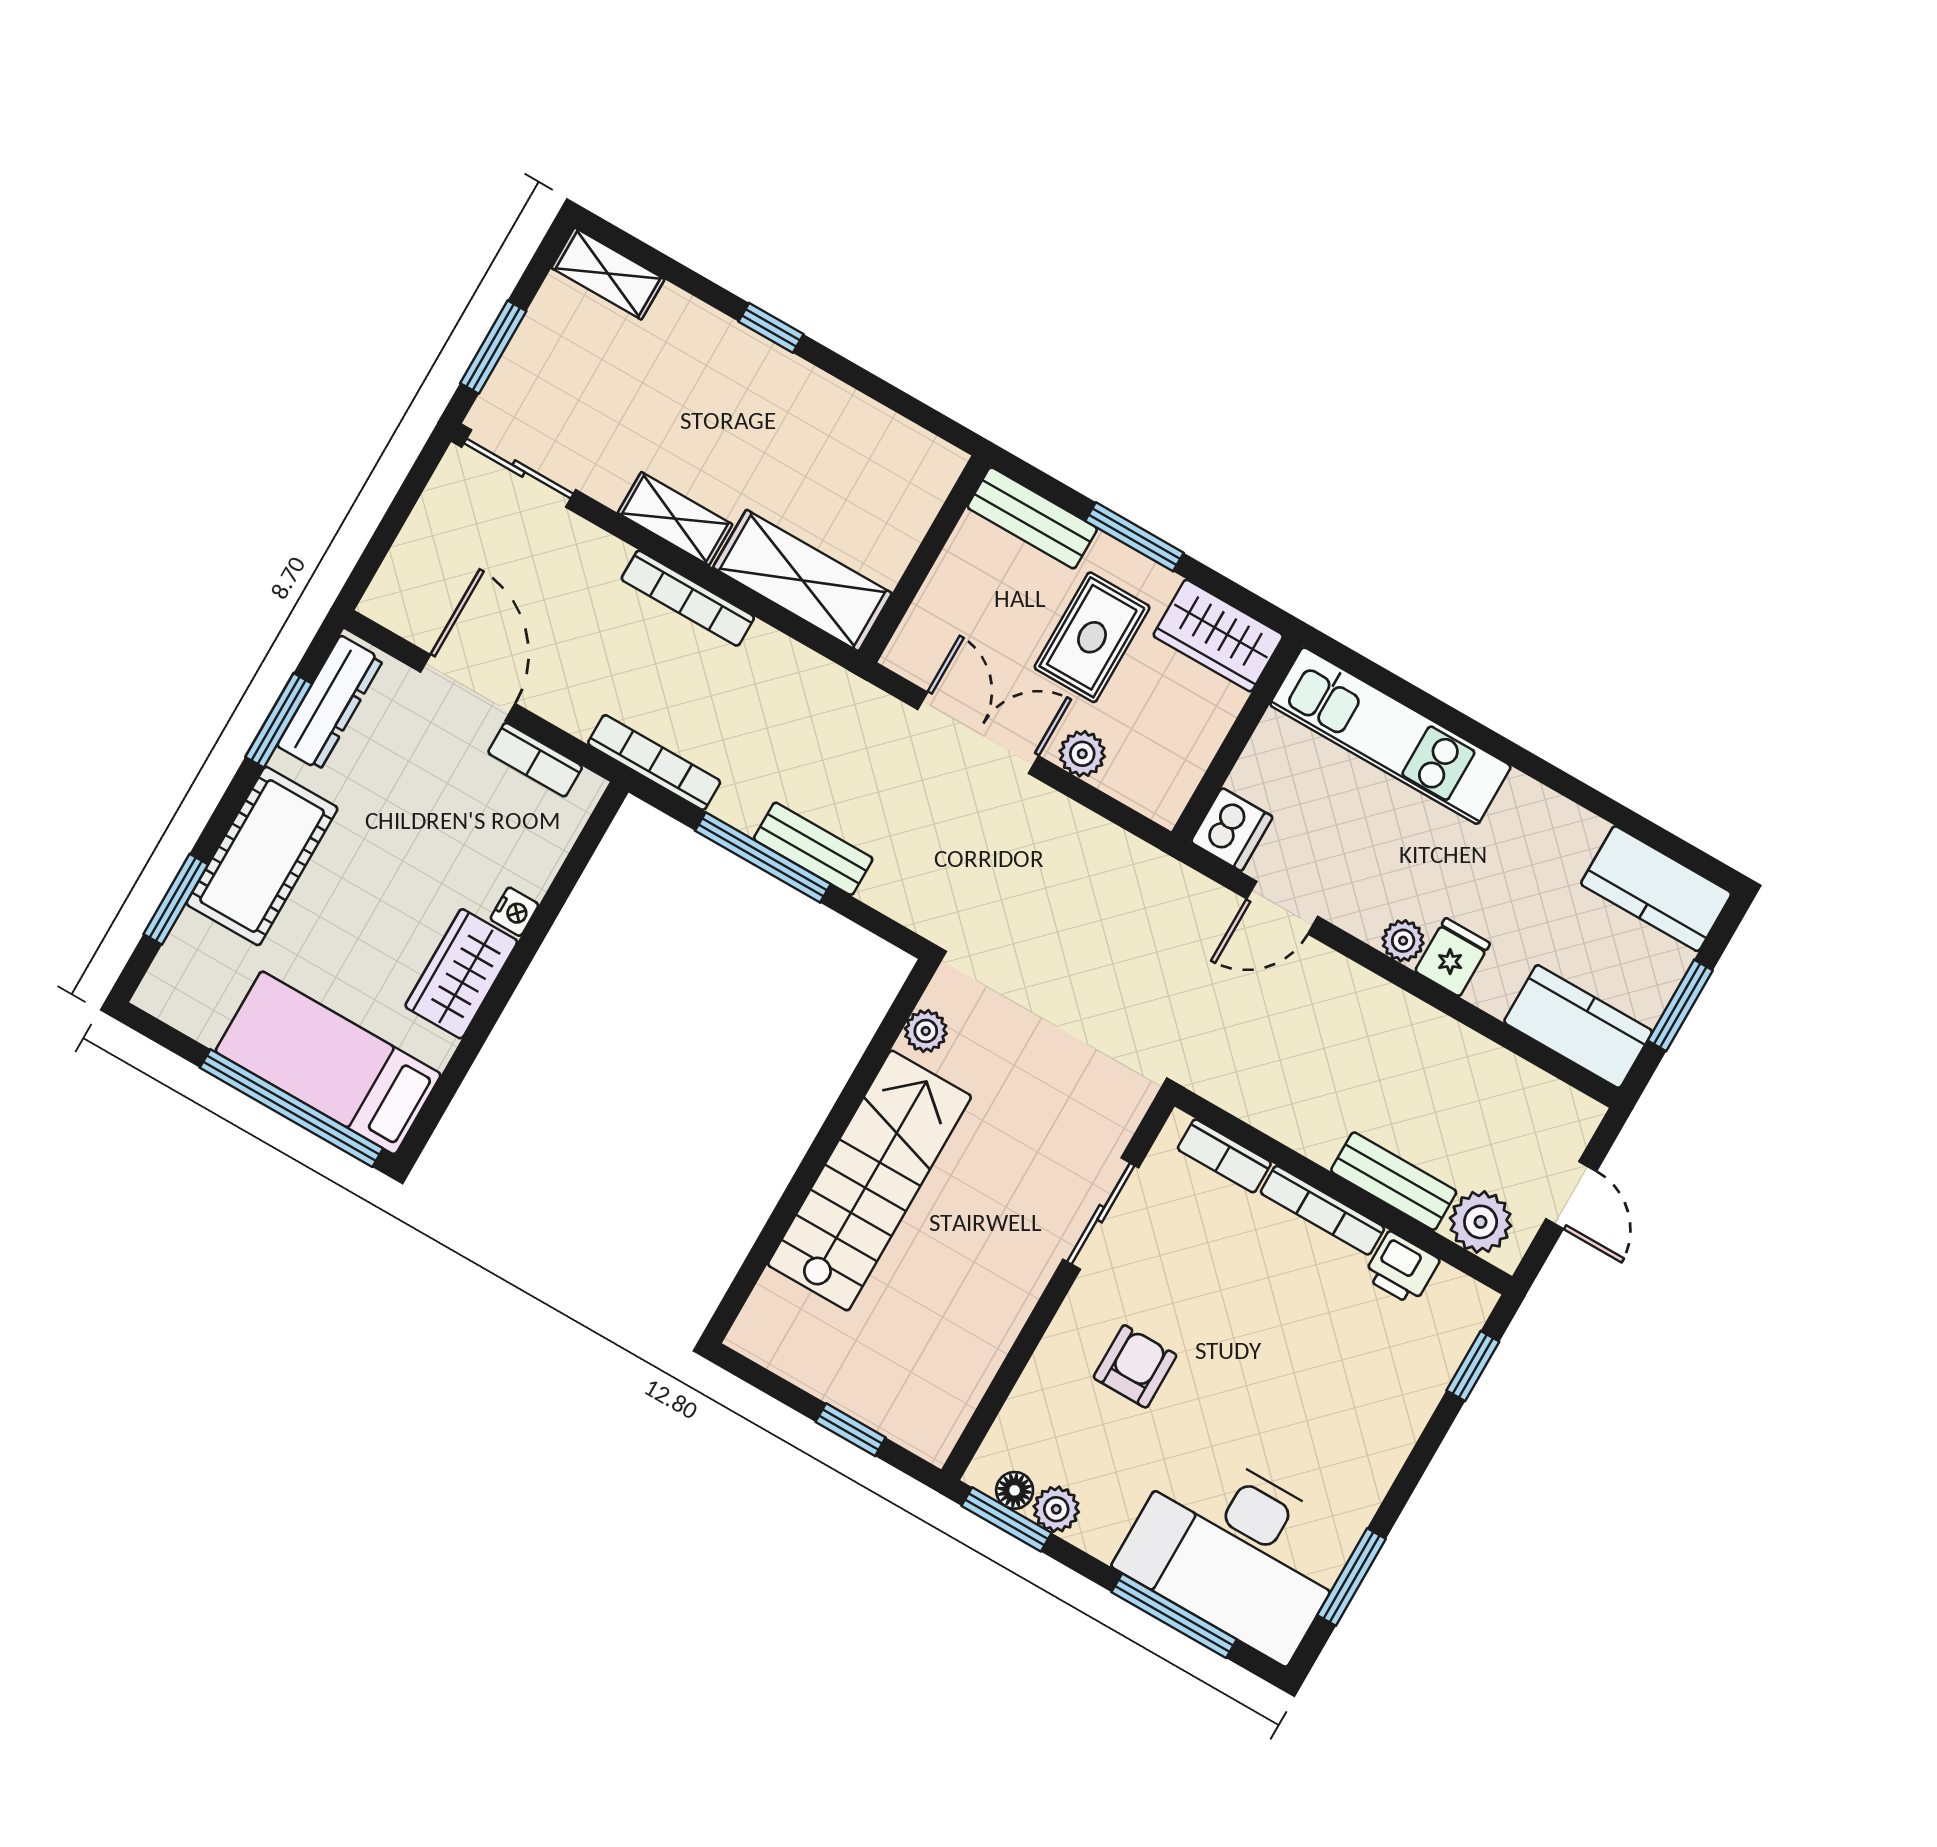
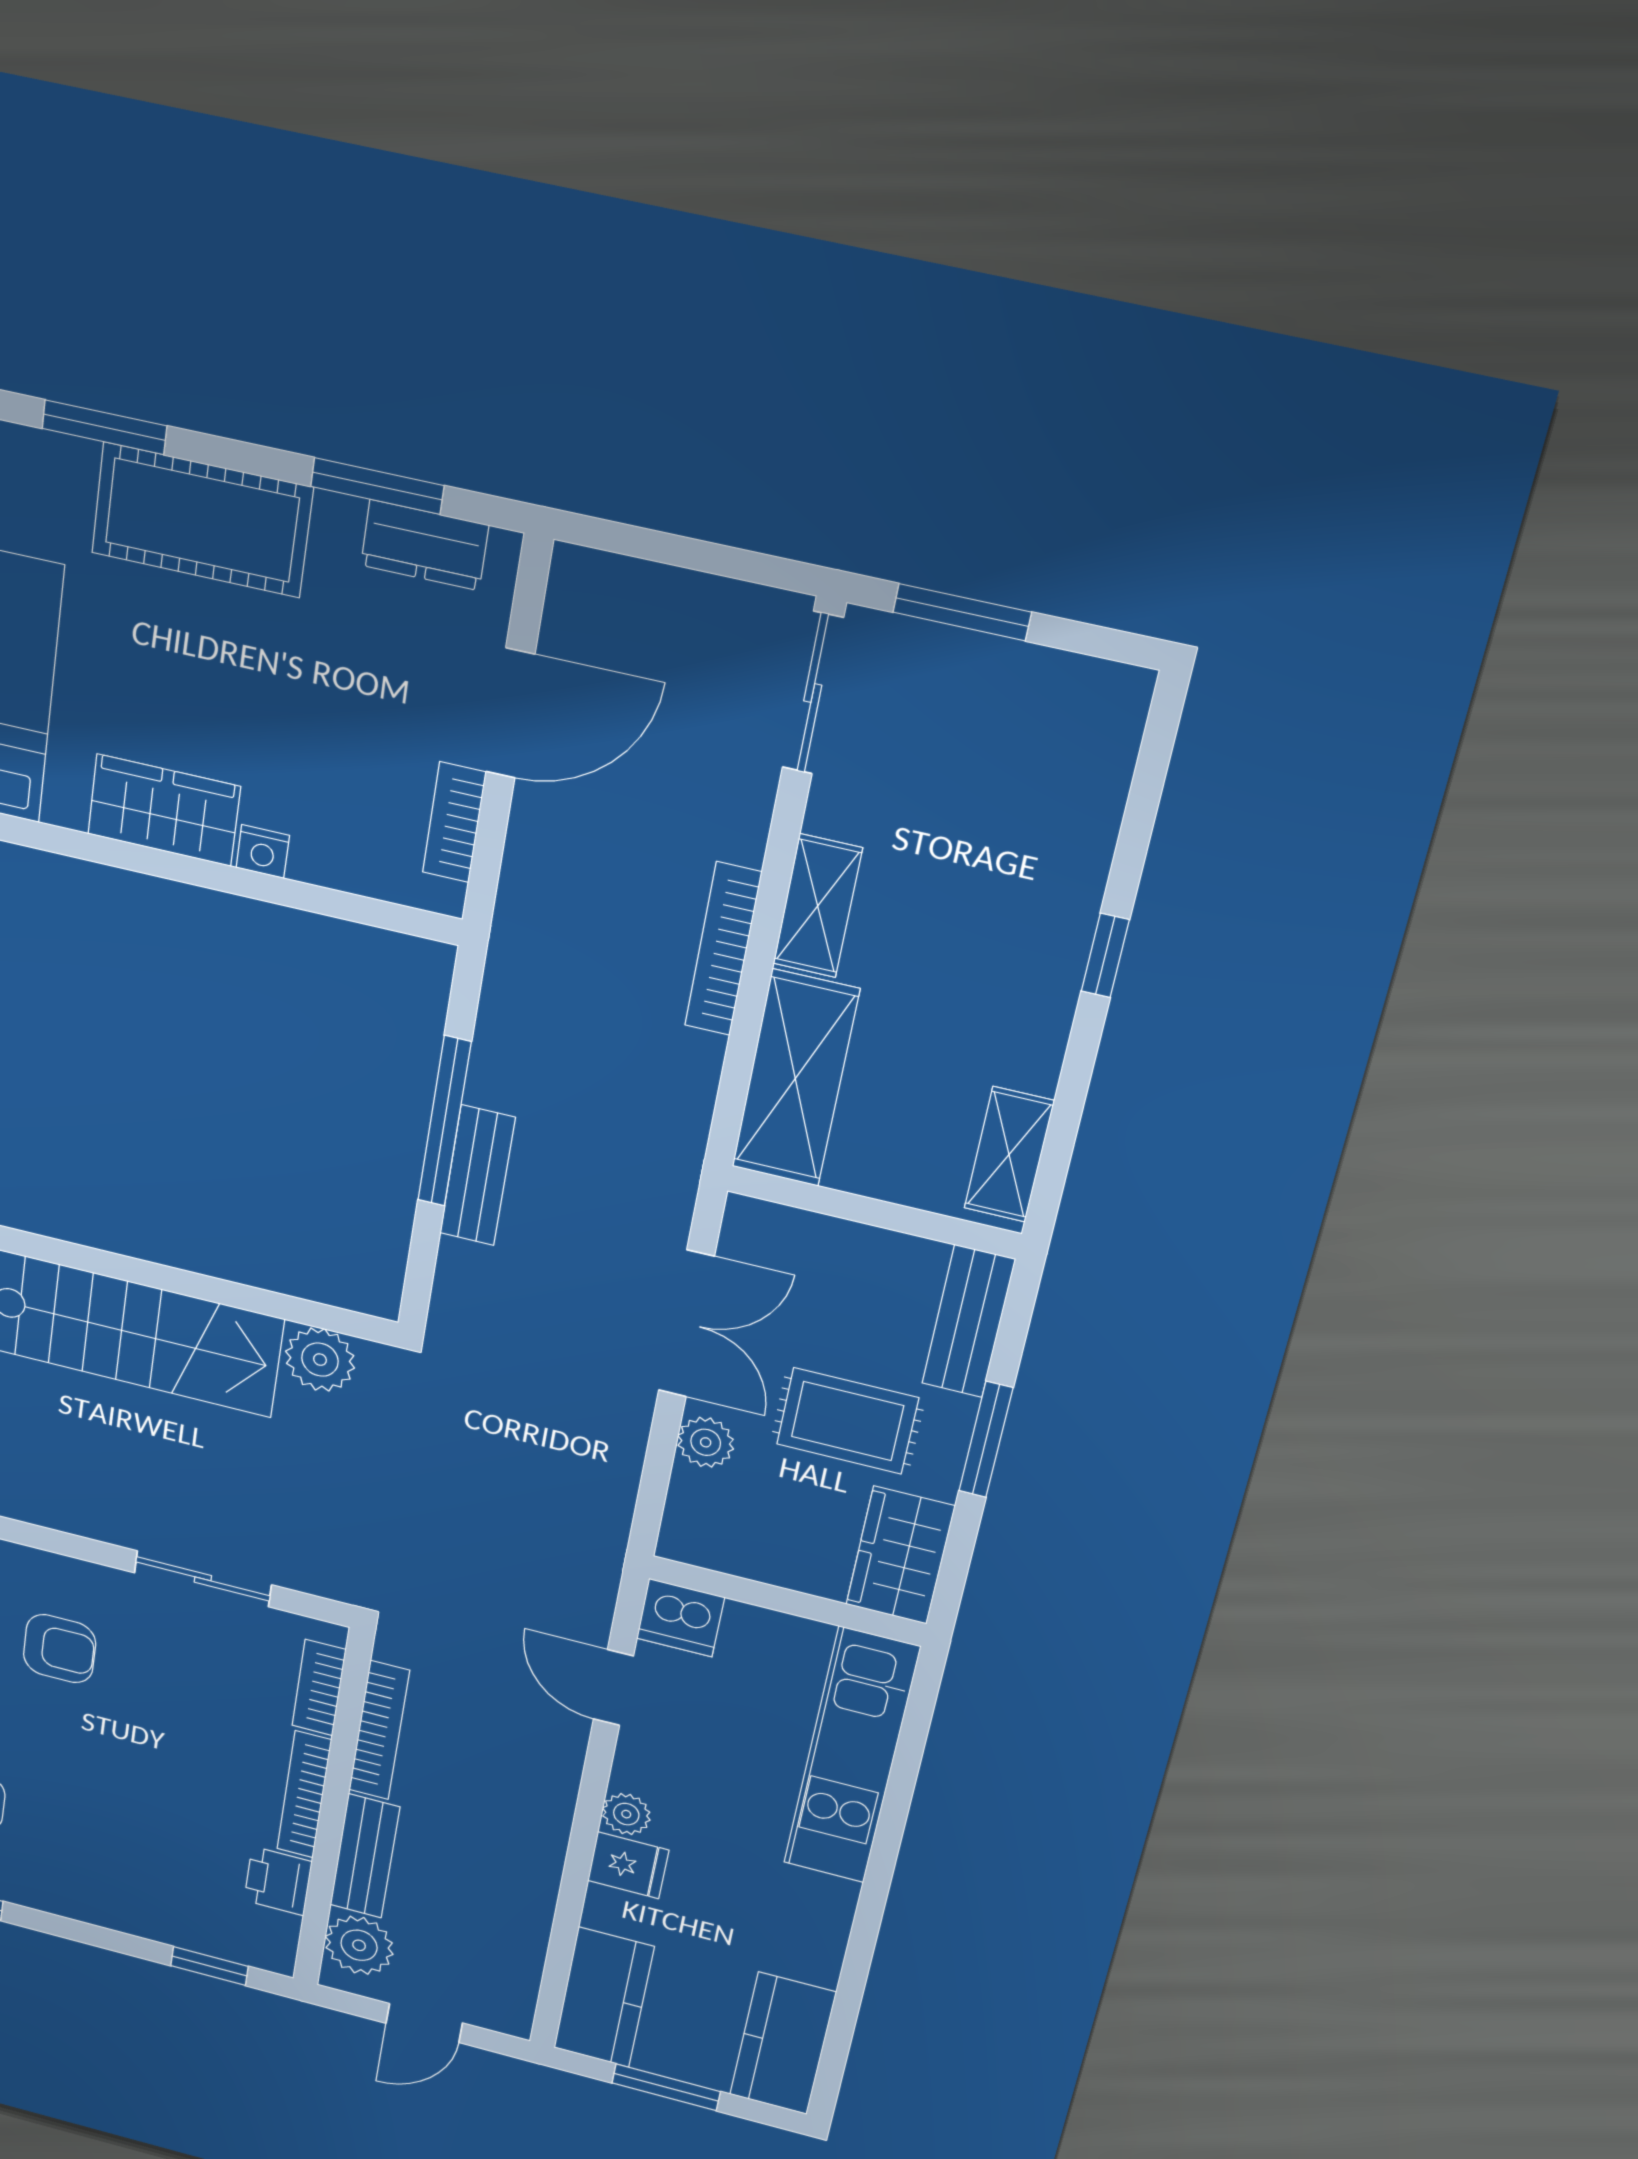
shelving: (608, 274) -> (1009, 1154), moved
dresser: (330, 703) -> (425, 545), width x0.70
bookcase: (654, 762) -> (379, 1730), moved
plant: (926, 1031) -> (320, 1360), width x1.38, depth x1.38

